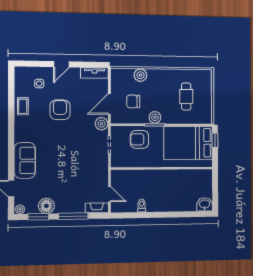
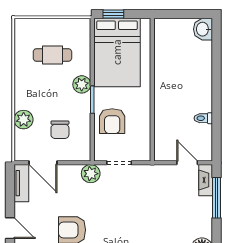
door: (109, 104) -> (43, 163), moved
plant: (155, 117) -> (82, 84), moved
door: (109, 194) -> (187, 163), hinge flipped
window: (73, 216) -> (216, 198), moved

